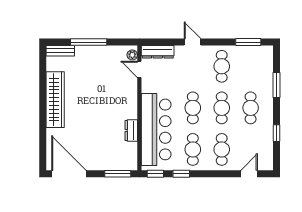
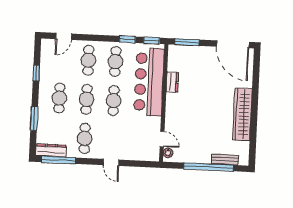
window: (89, 42) -> (209, 167), width x1.46
window: (248, 42) -> (59, 160), width x1.44
bench: (60, 51) -> (225, 159), moved
dresser: (158, 52) -> (51, 150), moved

